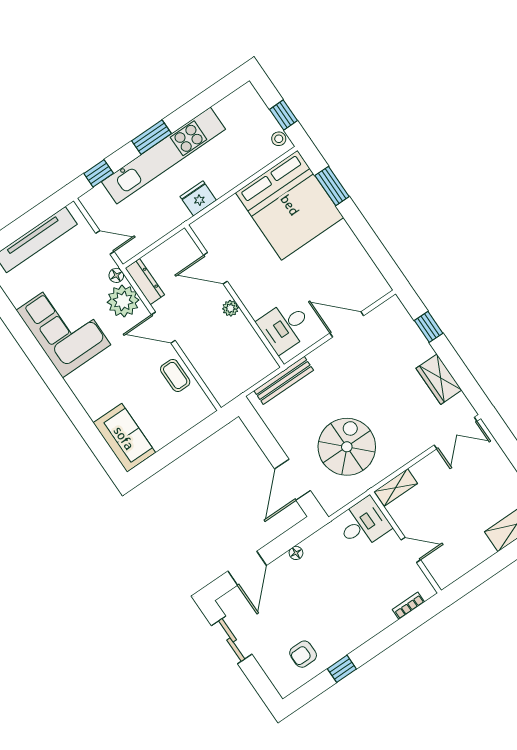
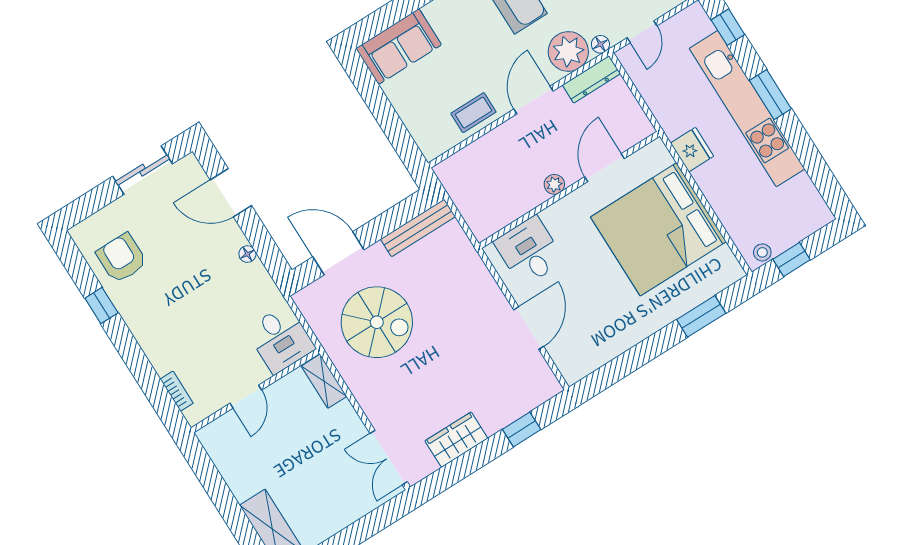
bed: (290, 205) -> (658, 229), moved
bench: (284, 380) -> (418, 228), moved, turned 90
armchair: (303, 654) -> (122, 258), width x1.38, depth x1.38

